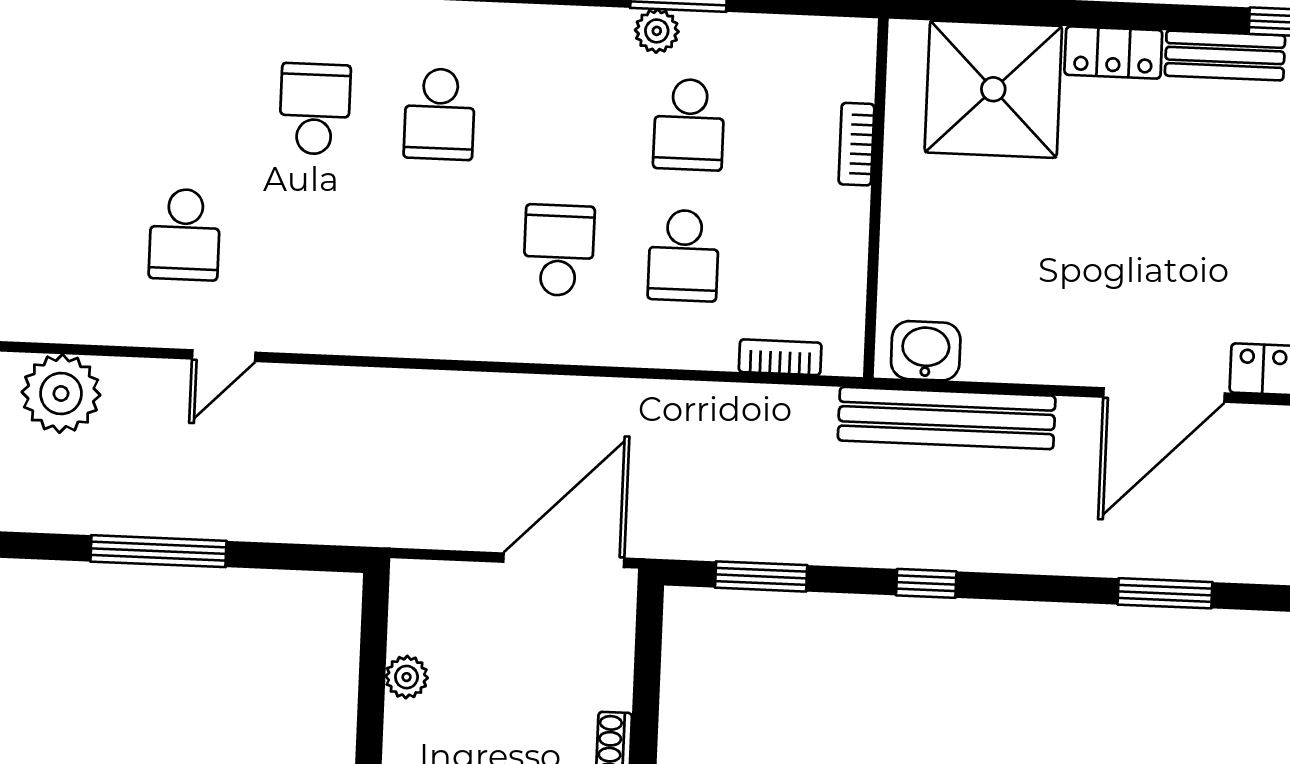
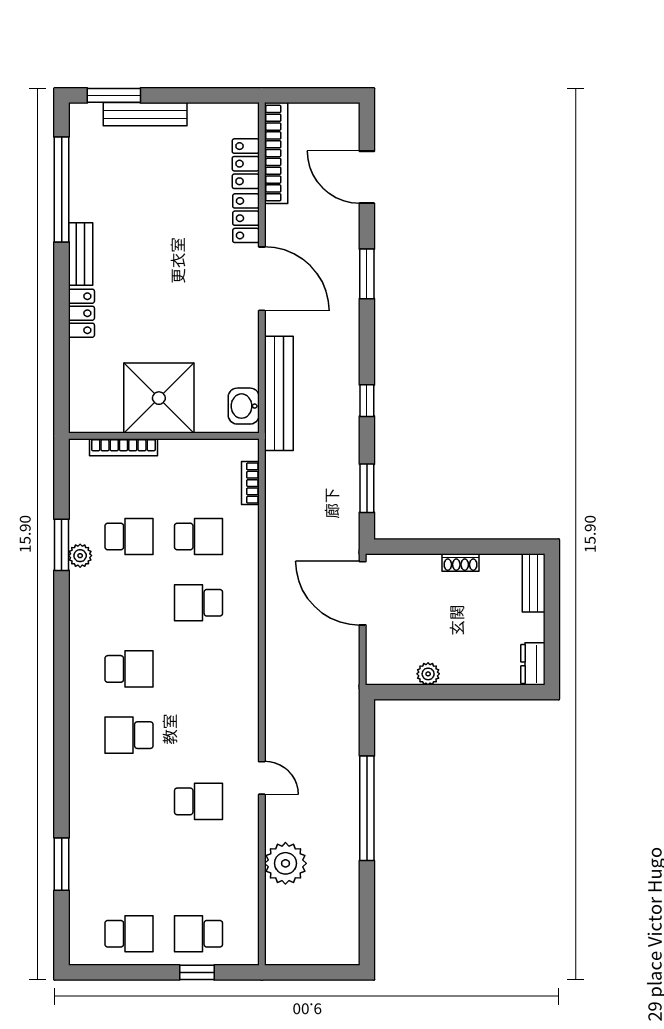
shower: (993, 89) -> (159, 398), moved
bookcase: (856, 144) -> (124, 447), width x1.56
window: (158, 551) -> (367, 808), width x1.46

